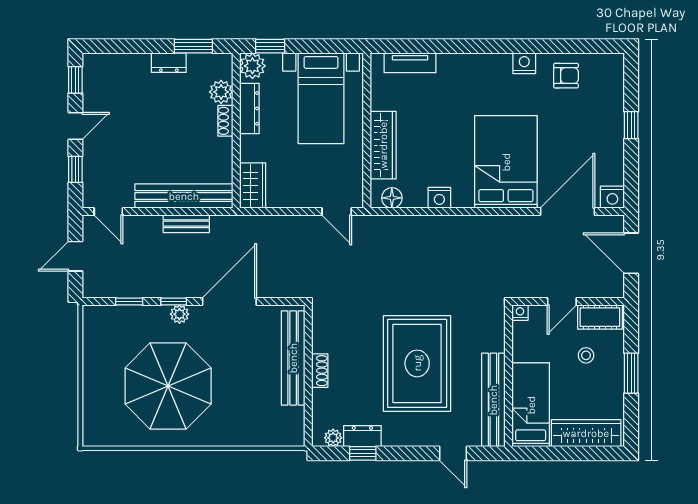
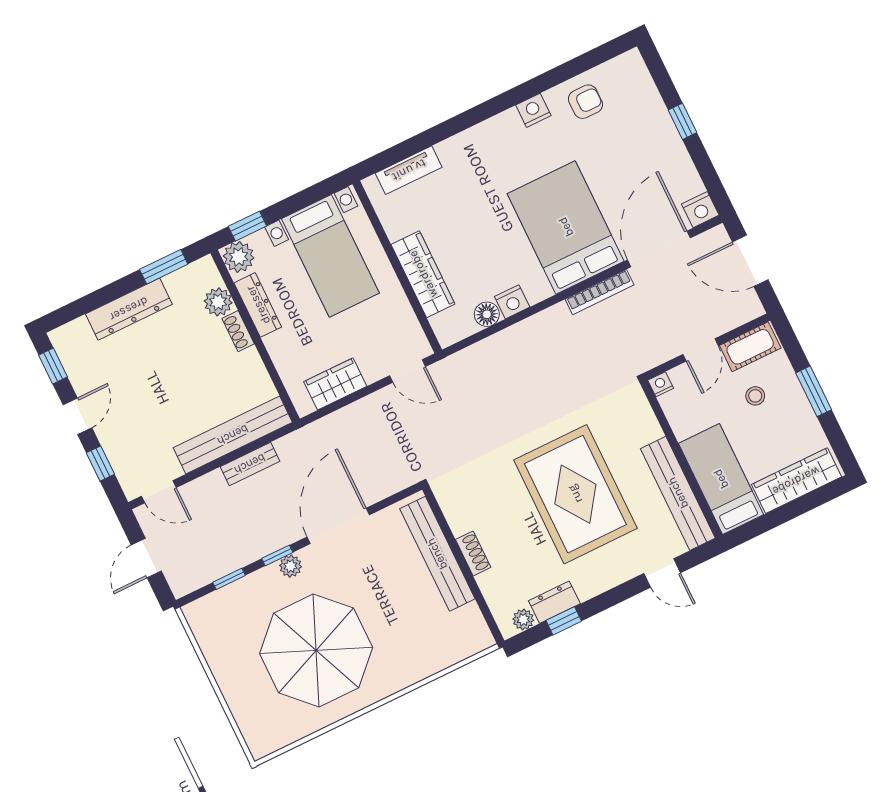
dresser: (169, 63) -> (129, 309), width x1.96, depth x1.24
wardrobe: (253, 186) -> (335, 384), moved, turned -90
floor lamp: (392, 198) -> (487, 314), moved
bookcase: (508, 222) -> (600, 292), added

